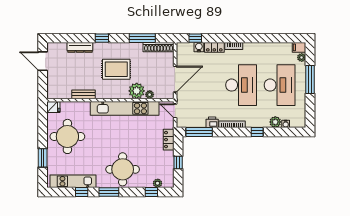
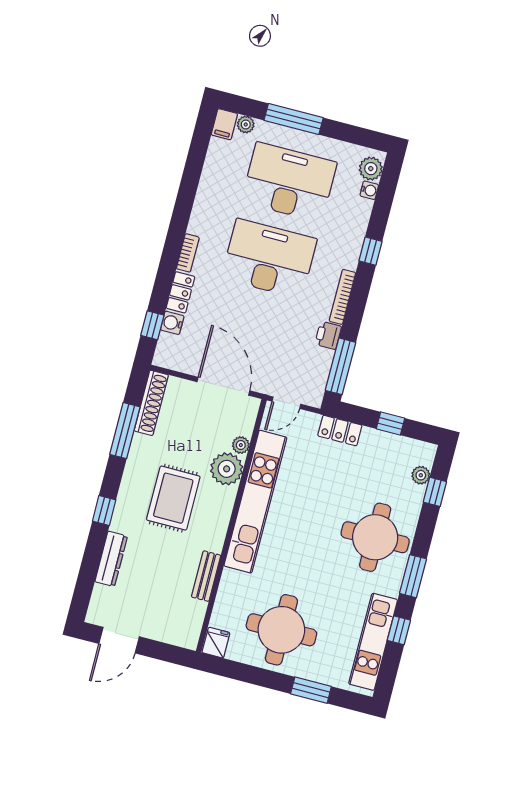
plant: (275, 122) -> (371, 169), moved

